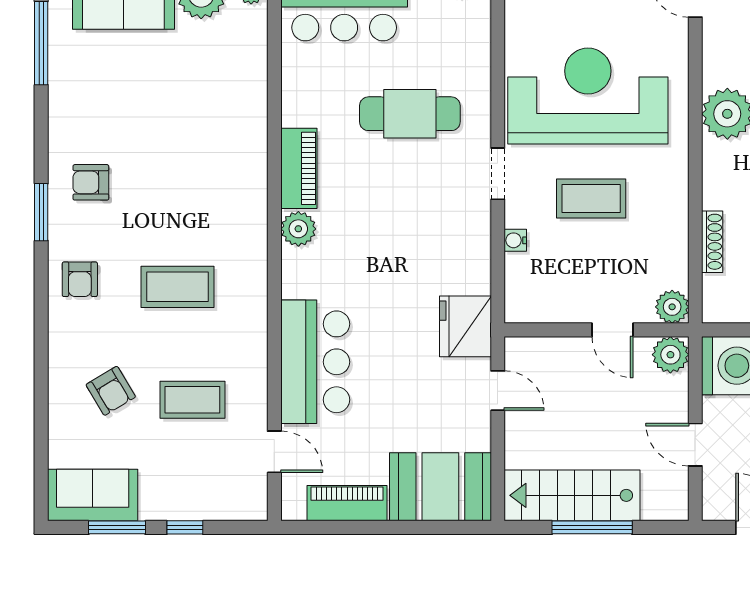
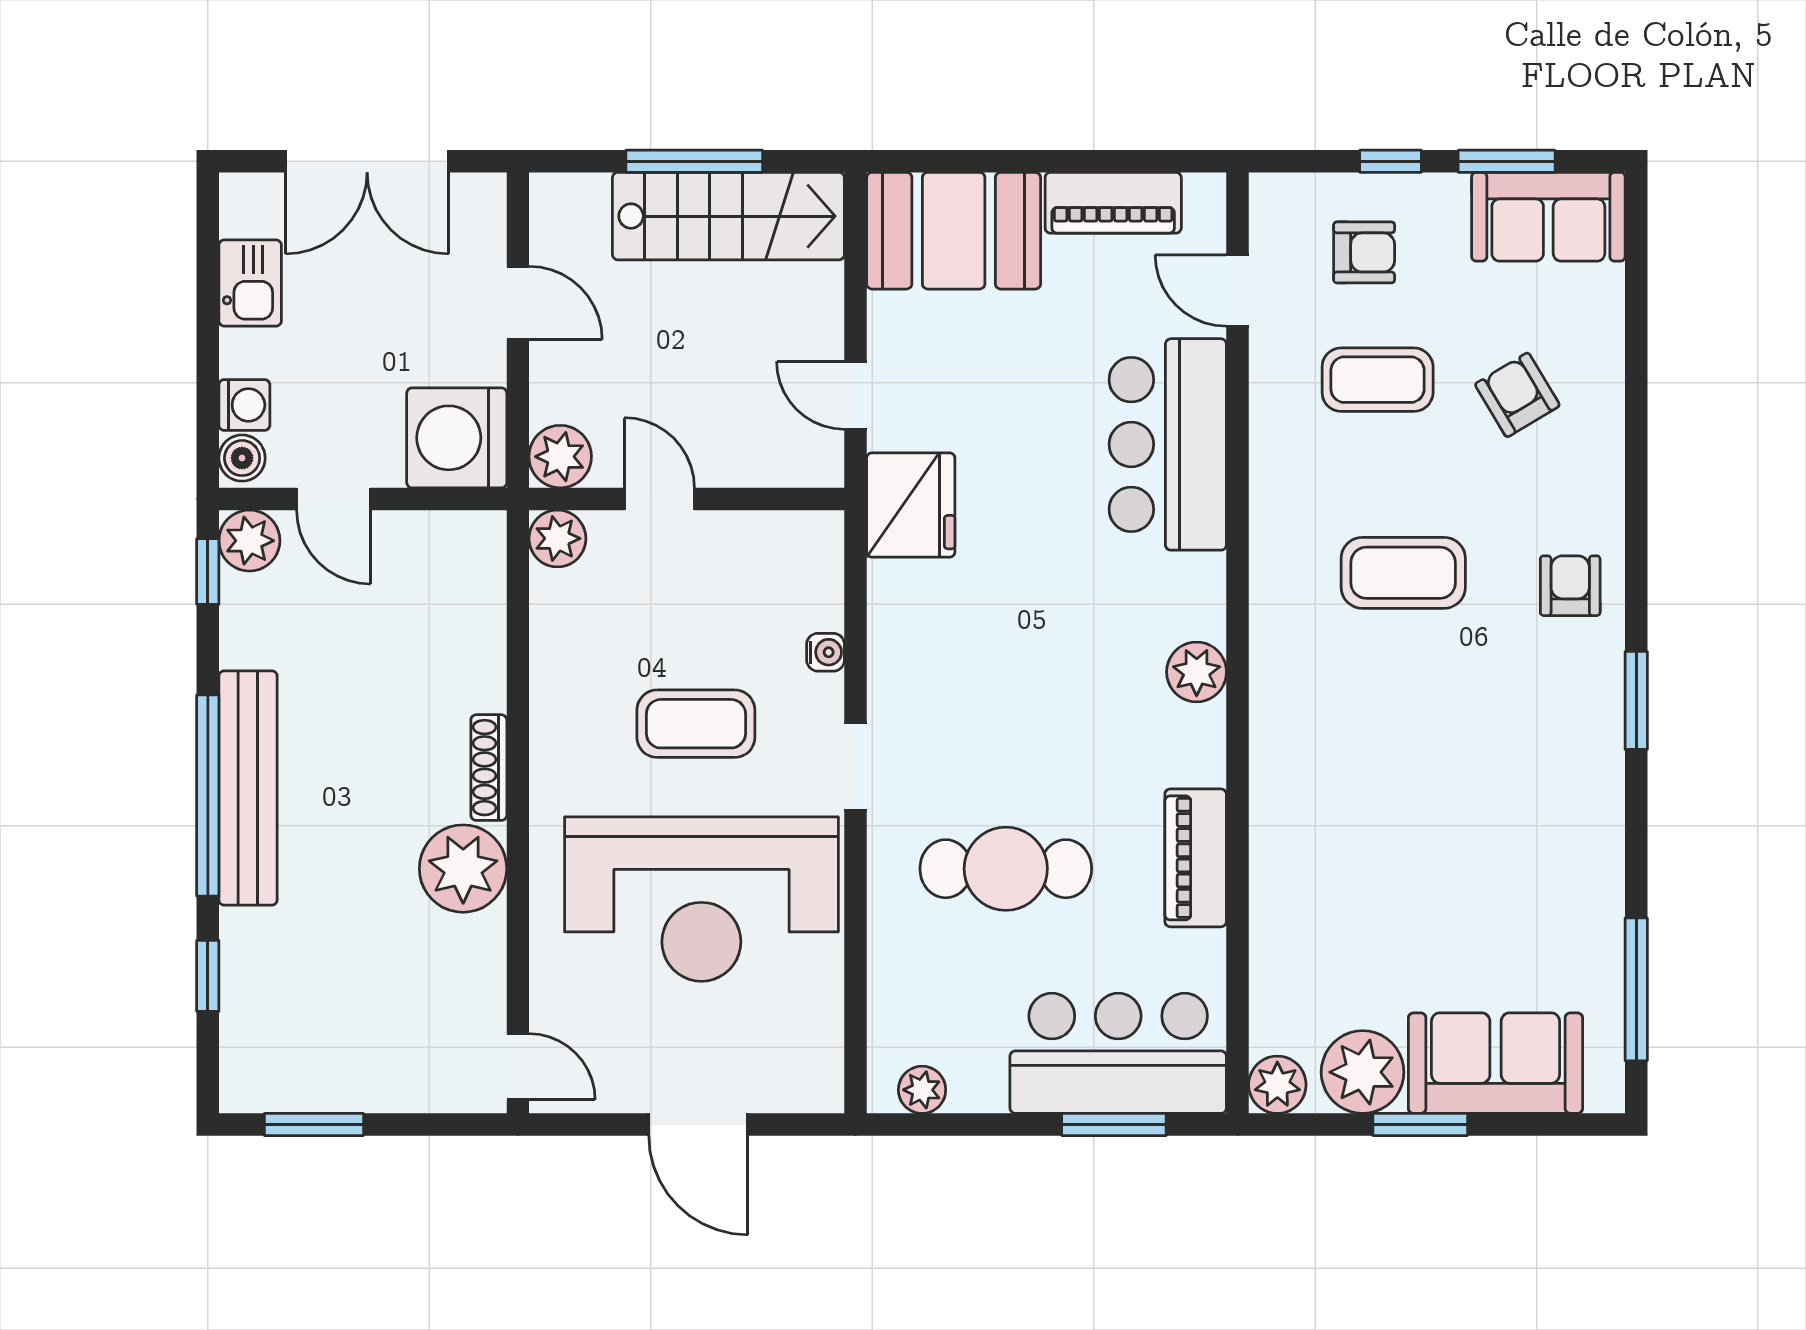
piano: (299, 168) -> (1196, 858), moved
armchair: (91, 182) -> (1364, 252), moved
shoe rack: (712, 242) -> (489, 768), moved

